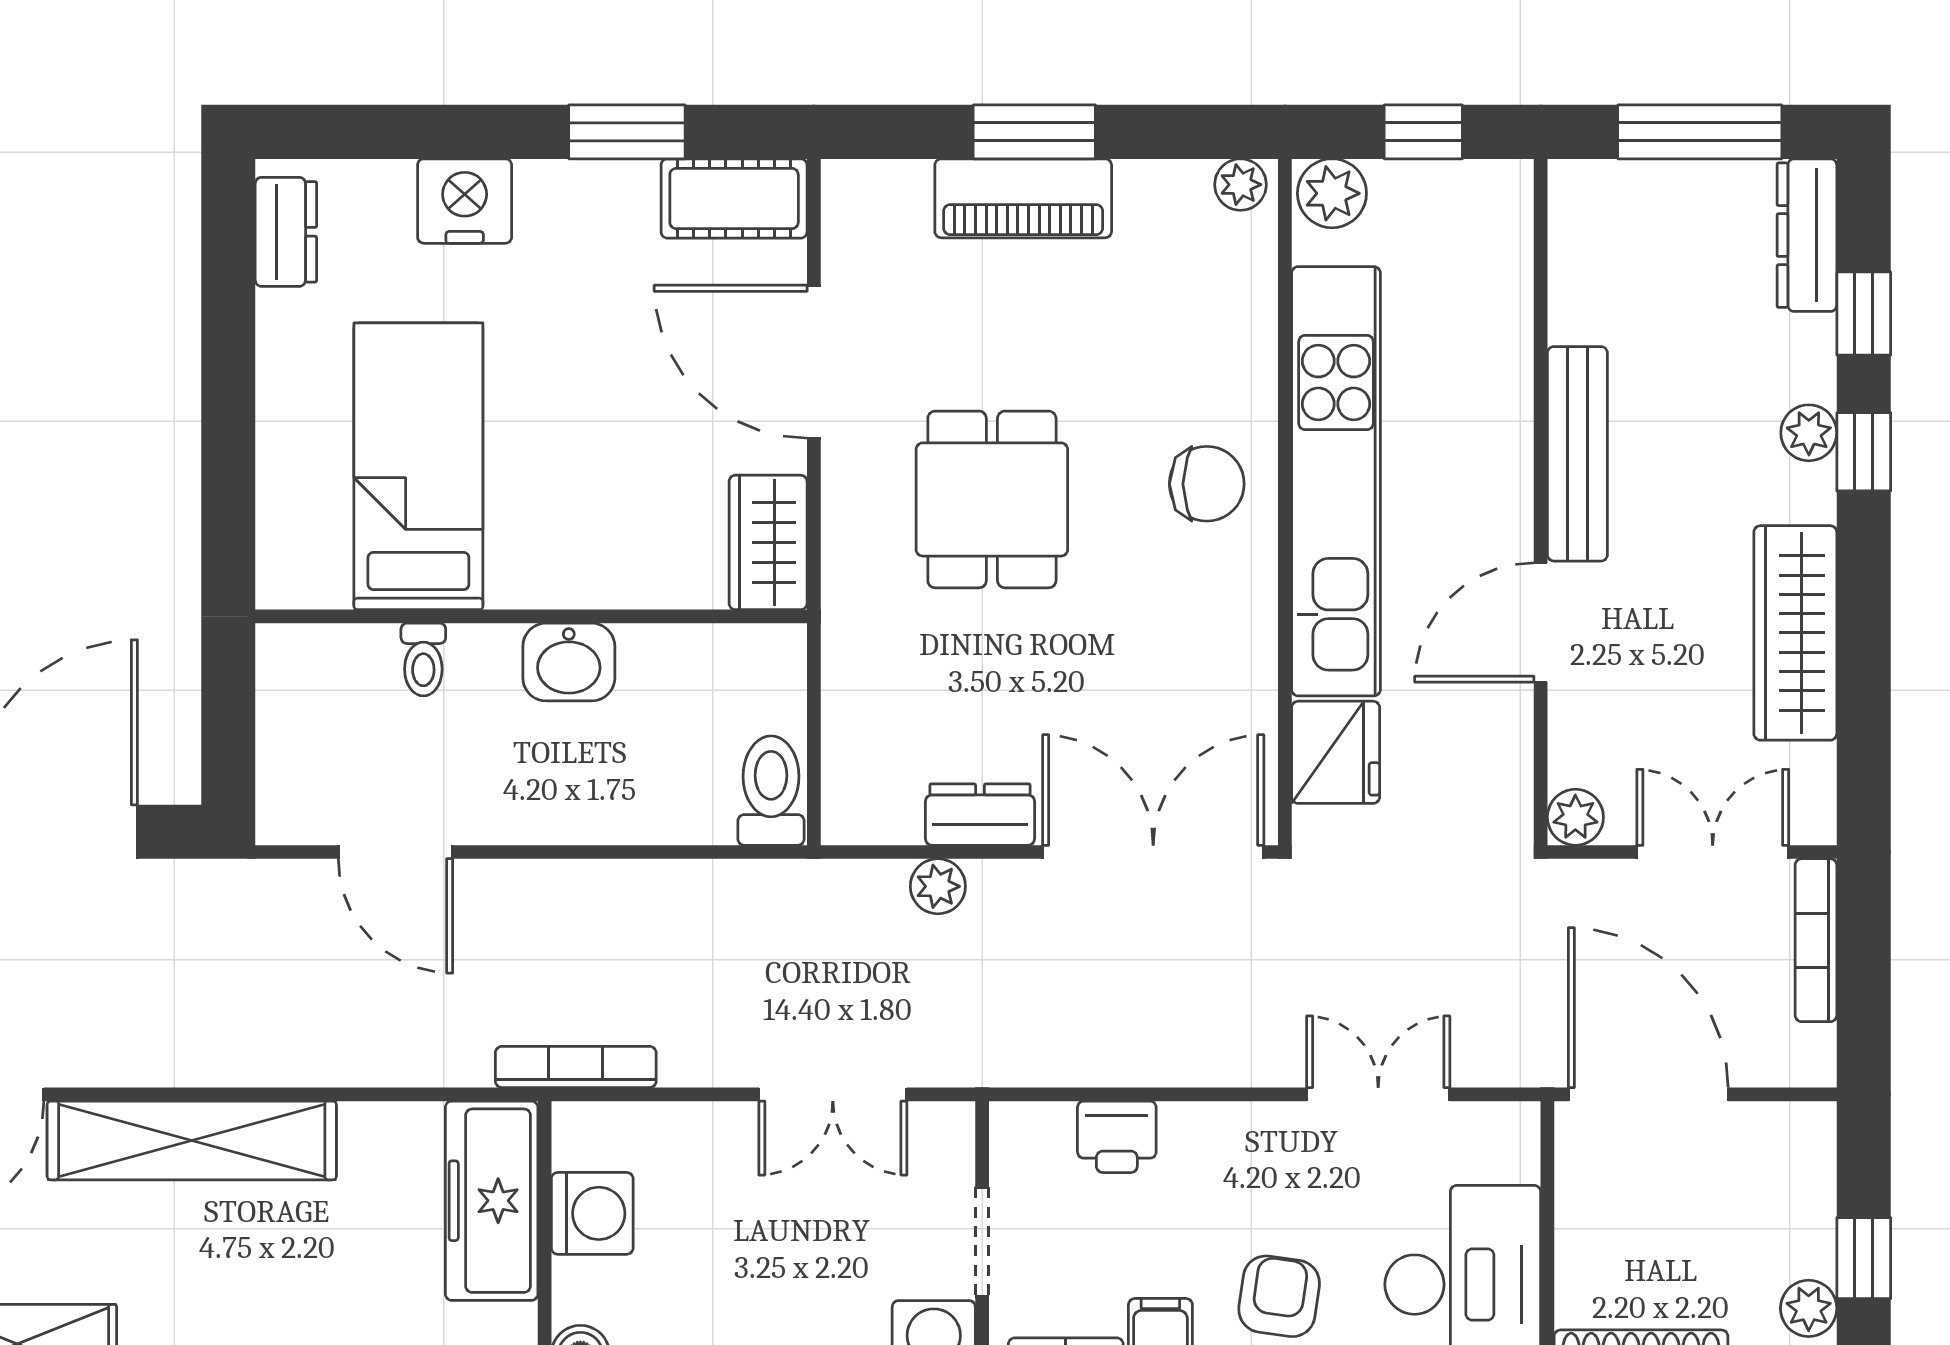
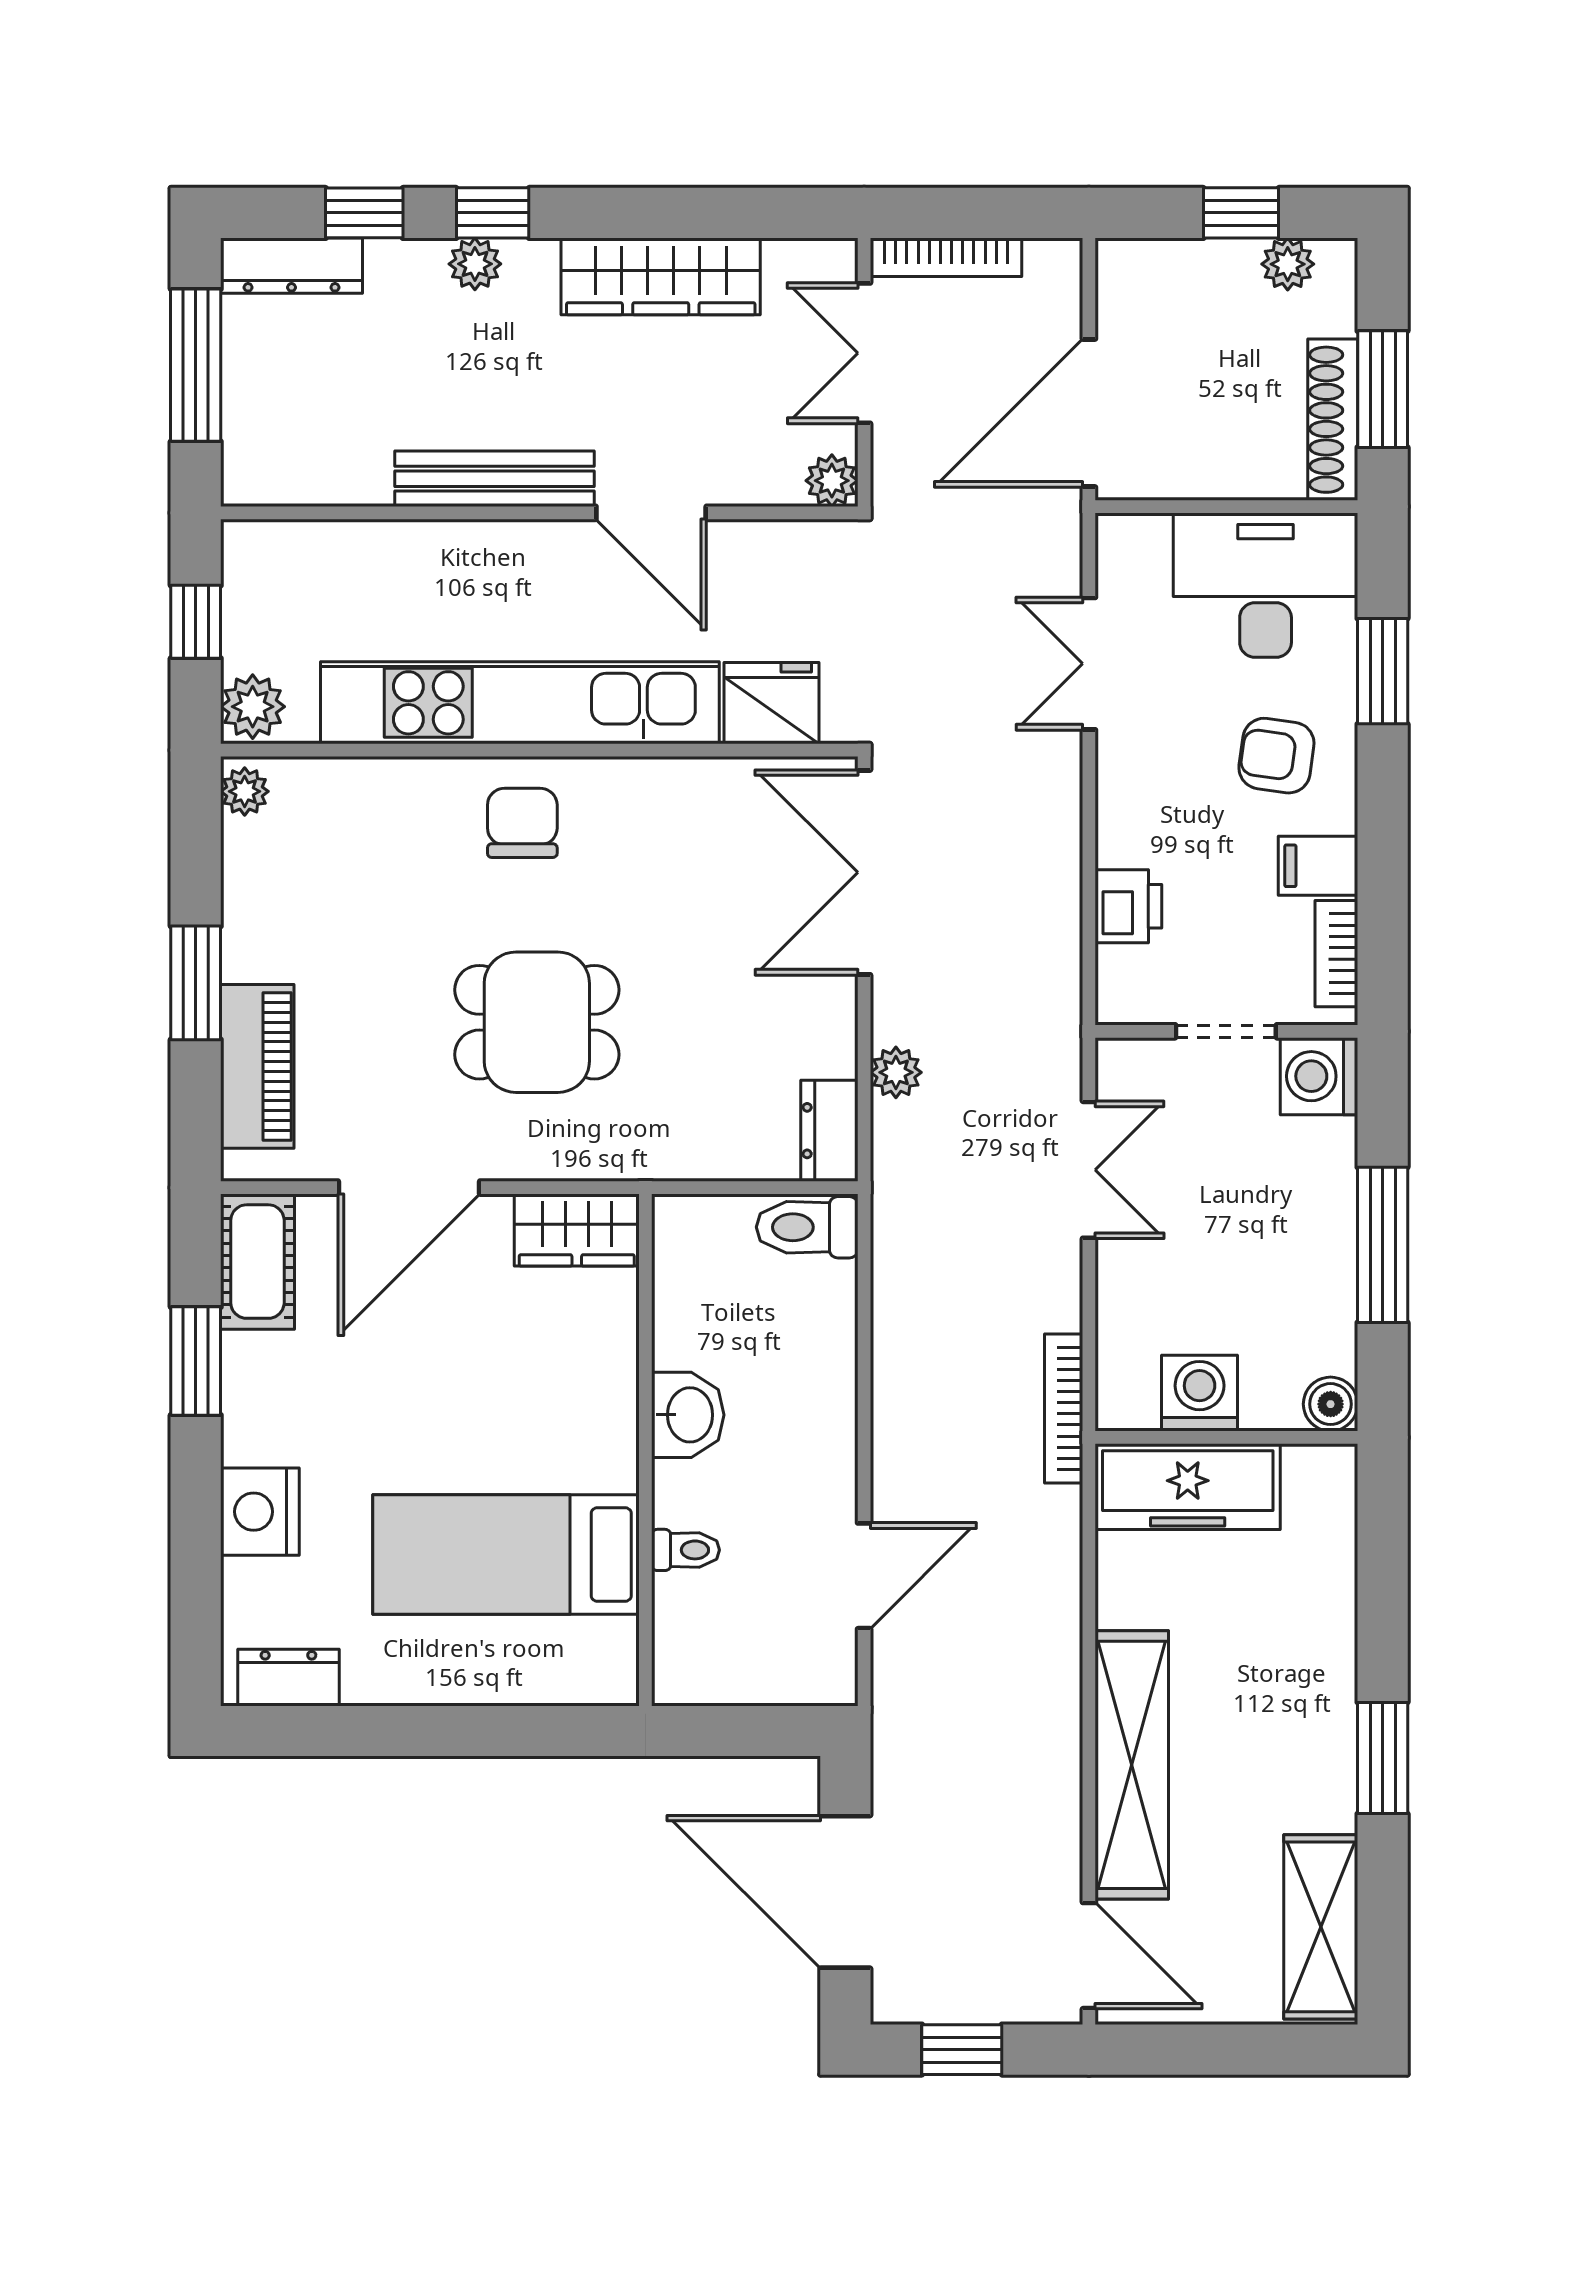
piano: (1023, 198) -> (257, 1066), moved
dresser: (980, 815) -> (829, 1131), moved

